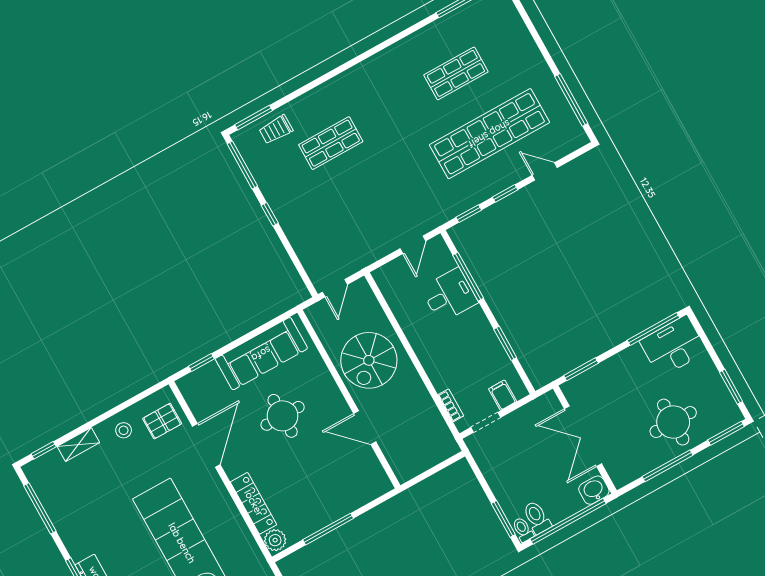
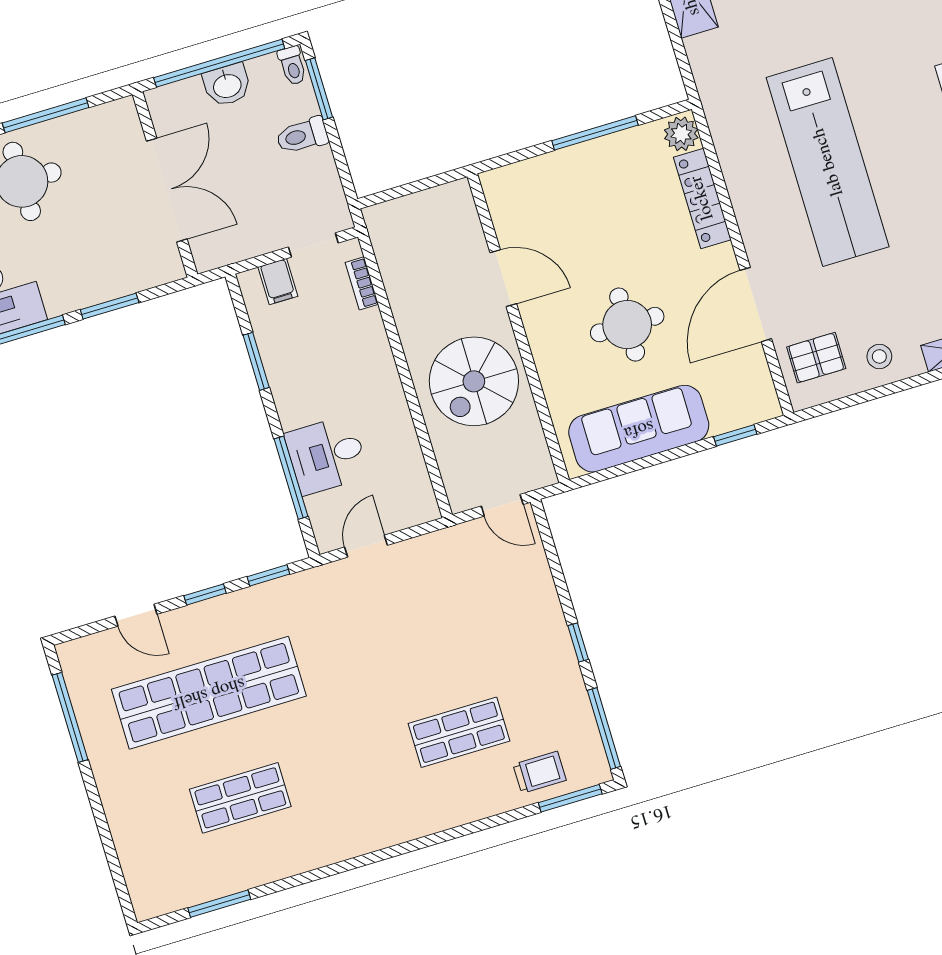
door: (335, 288) -> (502, 505), swing flipped
spiral stairs: (369, 360) -> (474, 381), turned 180
window: (581, 369) -> (110, 306), moved
washbasin: (594, 490) -> (227, 85), moved
toilet: (537, 517) -> (302, 136), moved, turned 90

